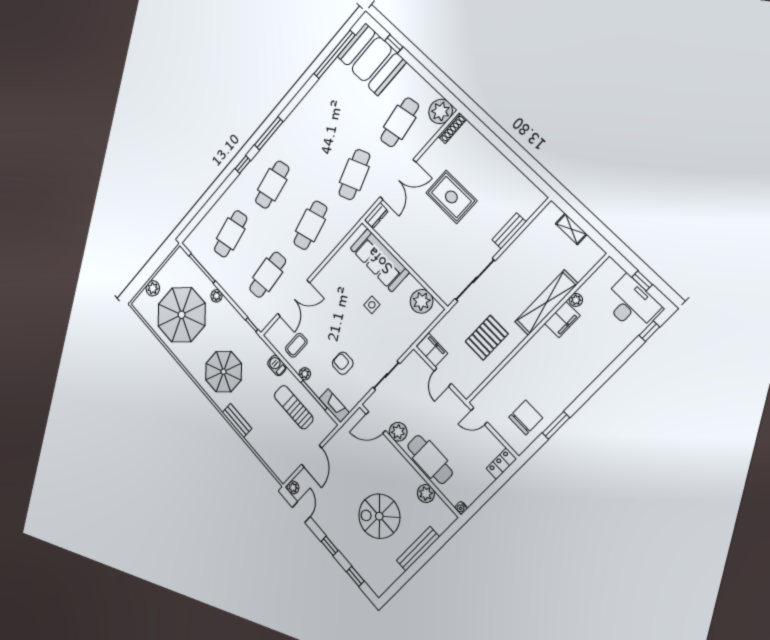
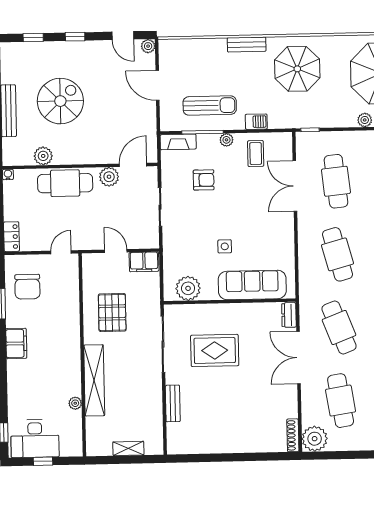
rug: (451, 197) -> (215, 350), moved
filing cabinet: (562, 320) -> (16, 343), moved, turned 180

